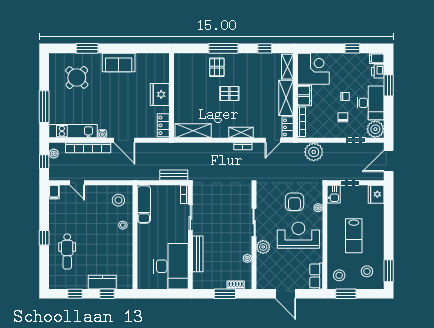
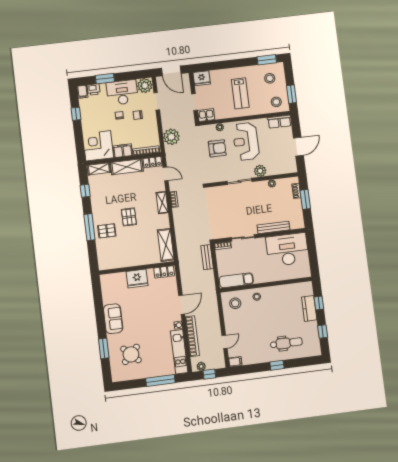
lab bench: (354, 236) -> (240, 93), turned 90

